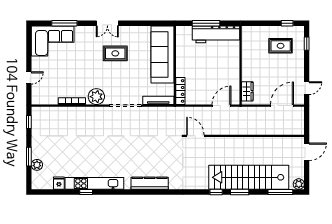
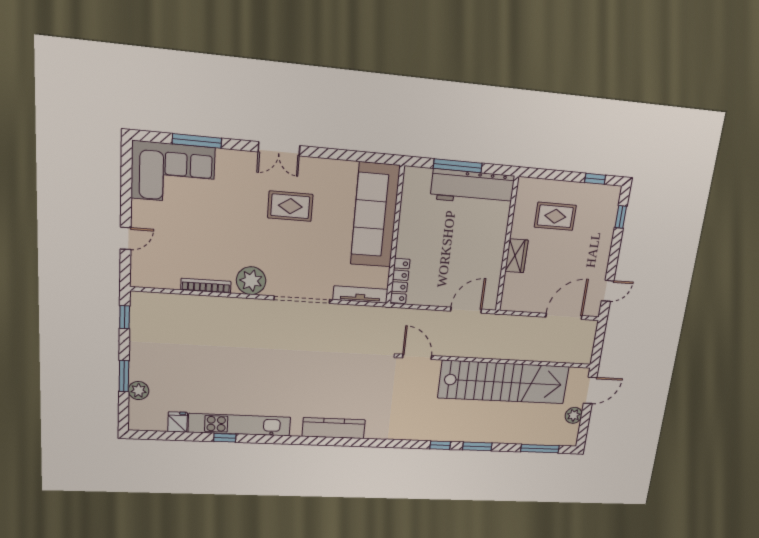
rug: (281, 46) -> (555, 216), moved
wardrobe: (247, 91) -> (516, 256), moved
stairs: (249, 177) -> (504, 382), moved, turned 180
plant: (299, 184) -> (574, 415), moved

